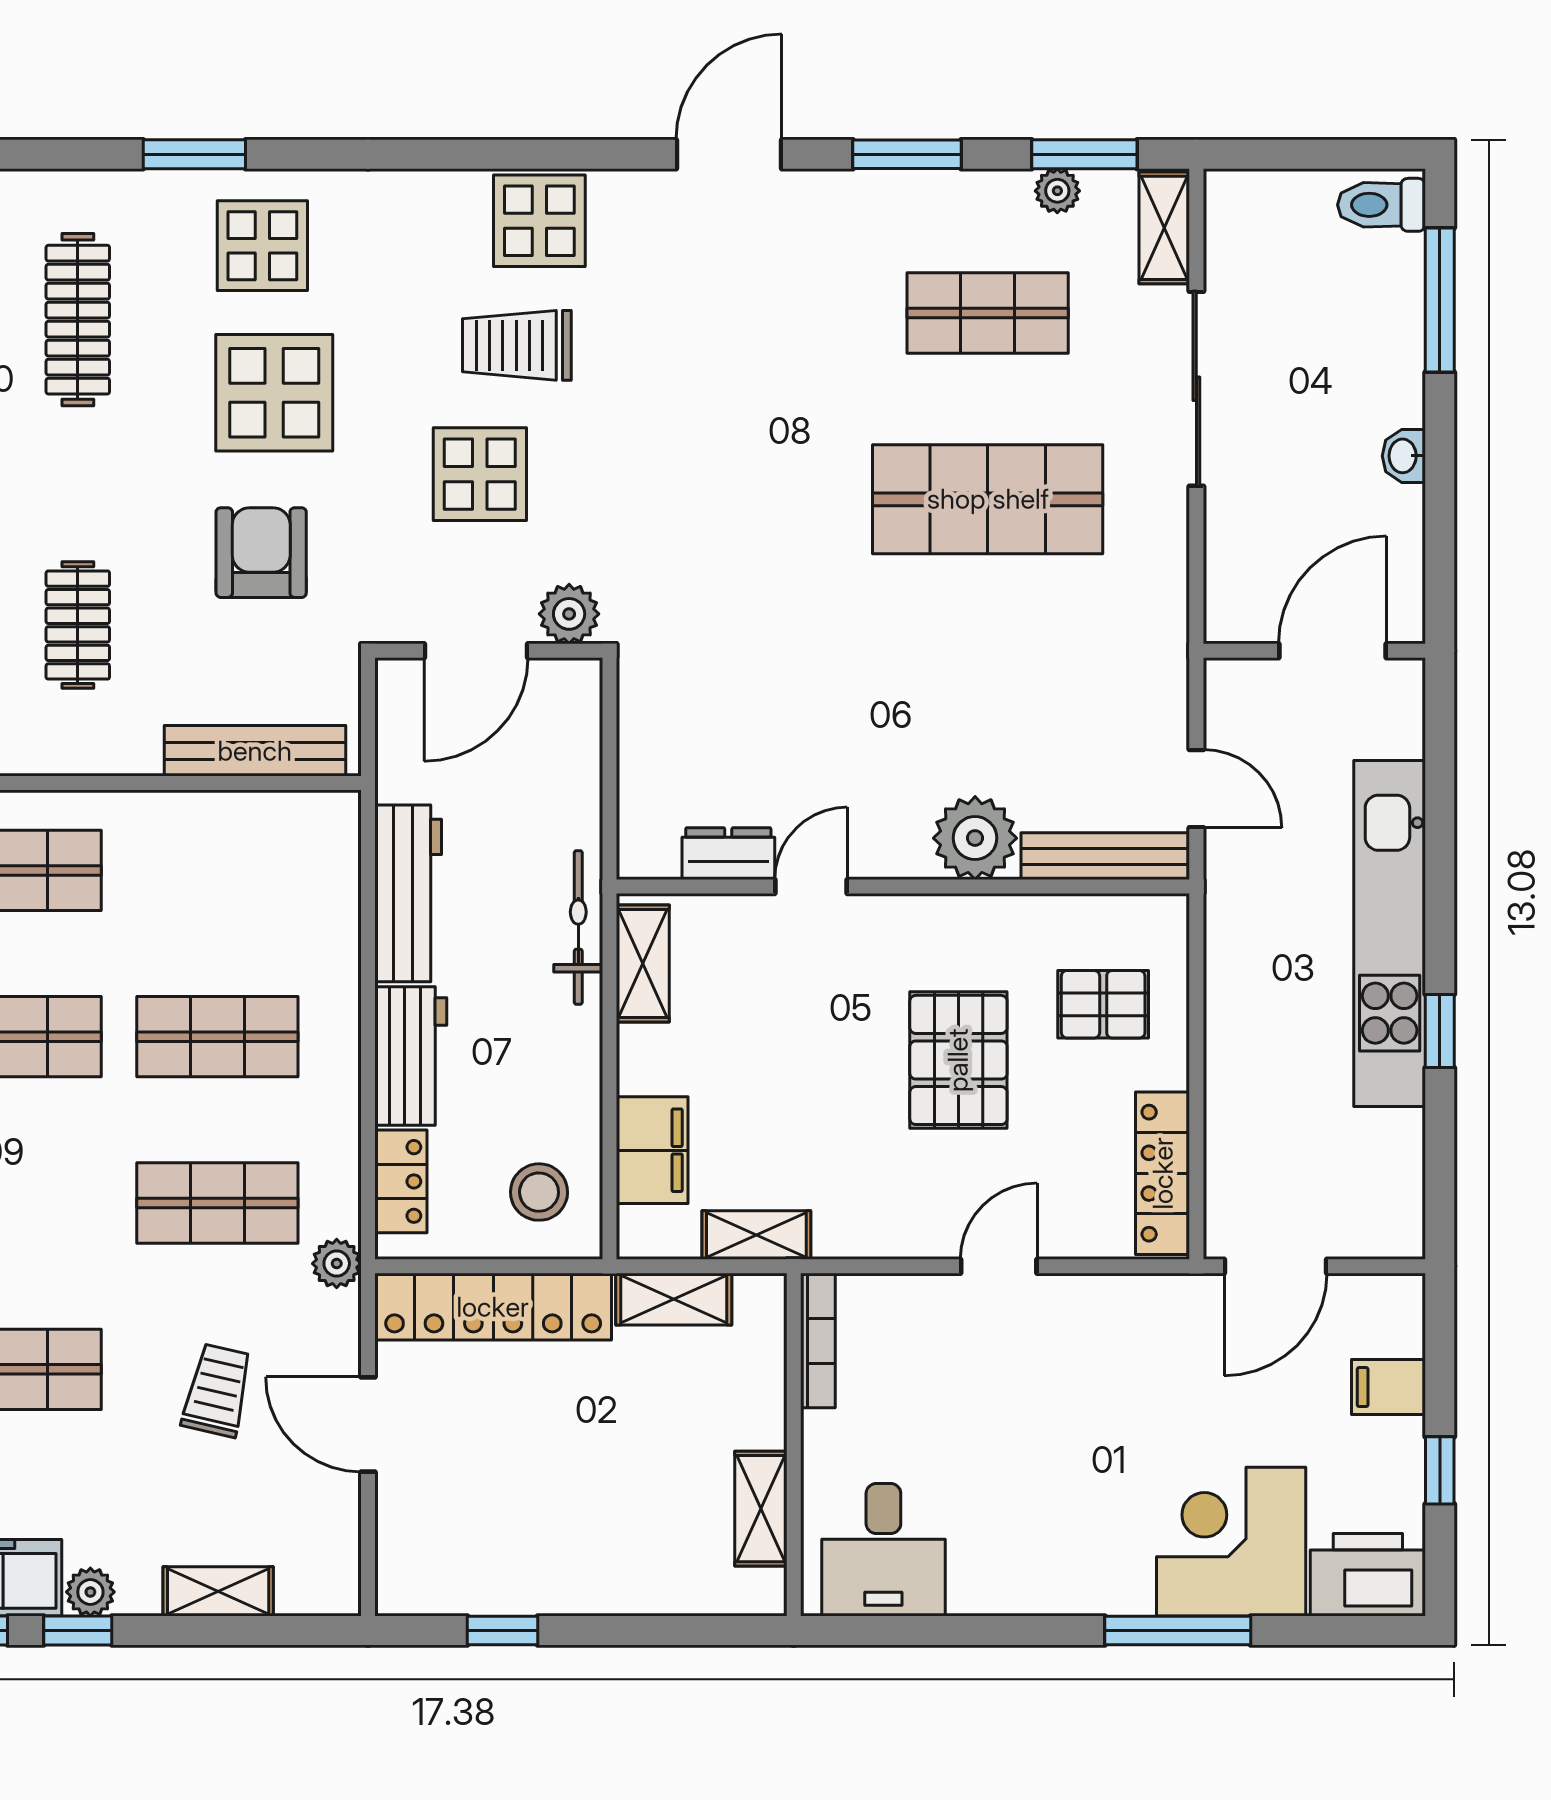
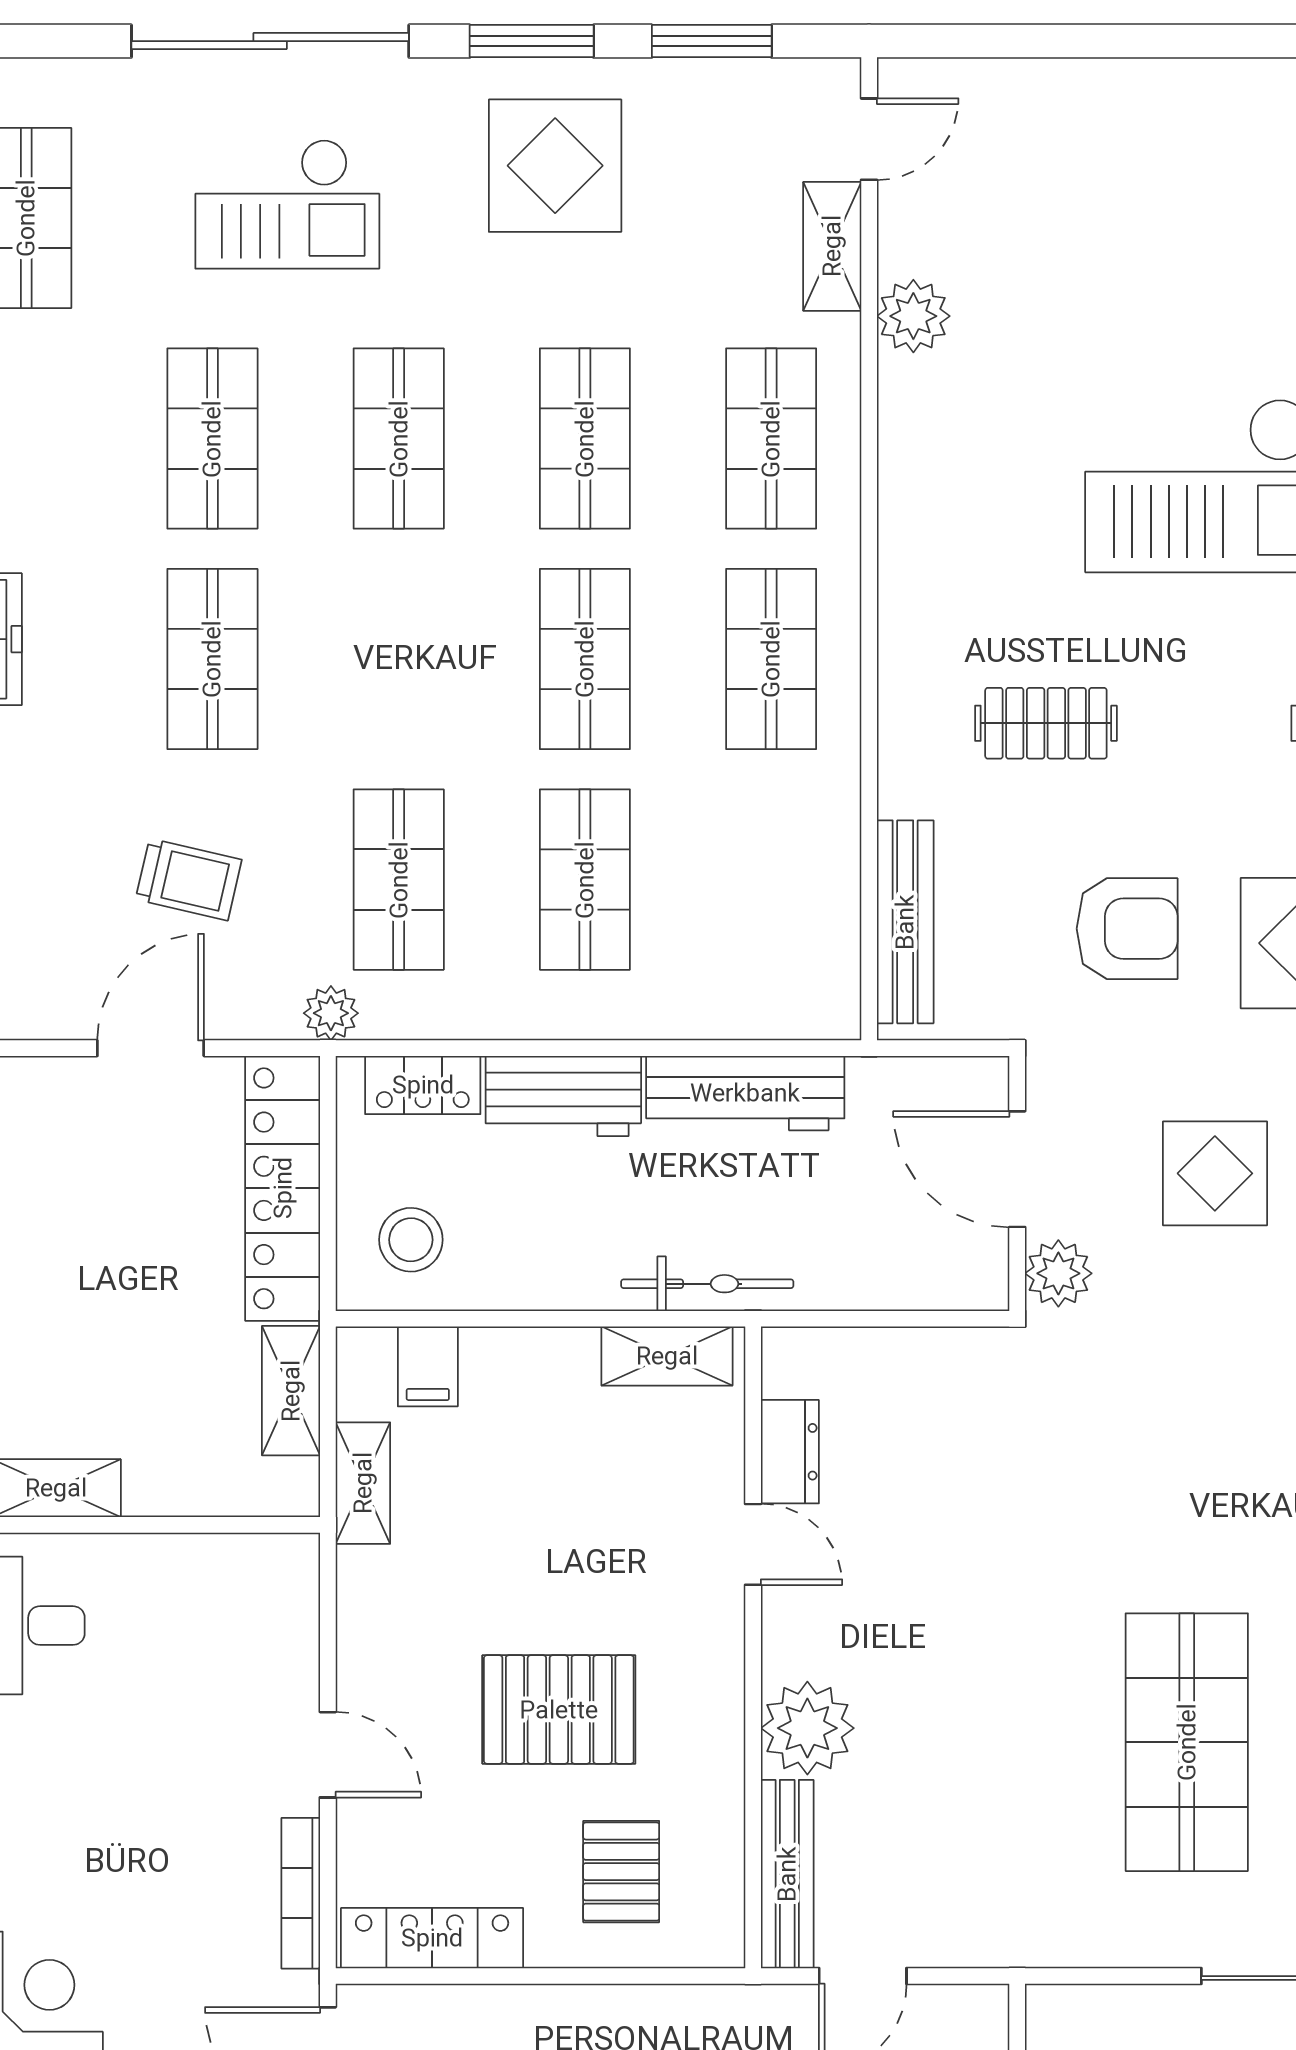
filing cabinet: (652, 1150) -> (428, 1366), width x0.50
bookcase: (818, 1341) -> (301, 1893), moved, turned 90

